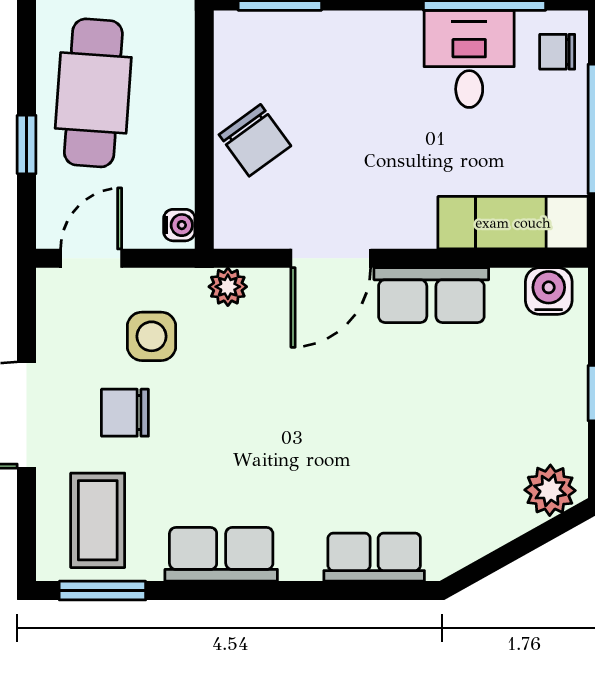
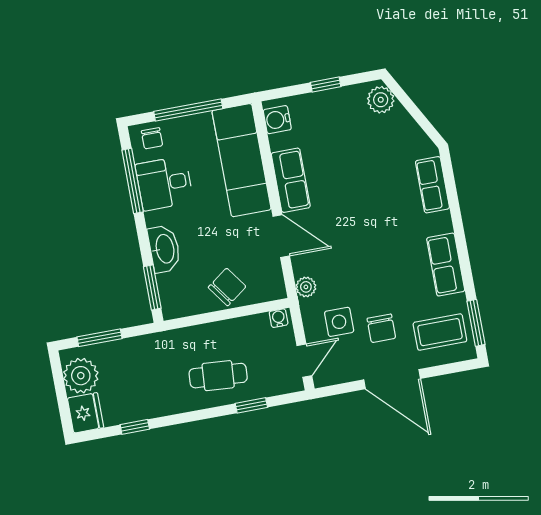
washbasin: (347, 36) -> (164, 249), added
cafe table: (93, 93) -> (218, 376), width x0.73, depth x0.74
exam couch: (513, 223) -> (242, 160), width x1.36, depth x1.45
door: (91, 258) -> (304, 361), swing flipped

